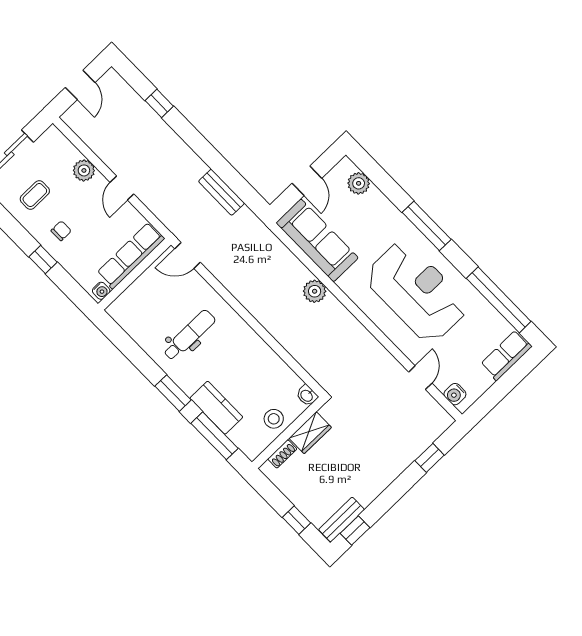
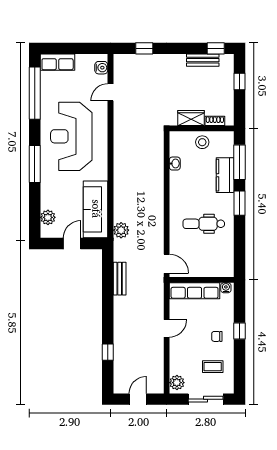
plant: (84, 170) -> (177, 383), moved
plant: (315, 291) -> (121, 230), moved
washbasin: (307, 395) -> (175, 164), moved
bench: (342, 520) -> (203, 60), moved

